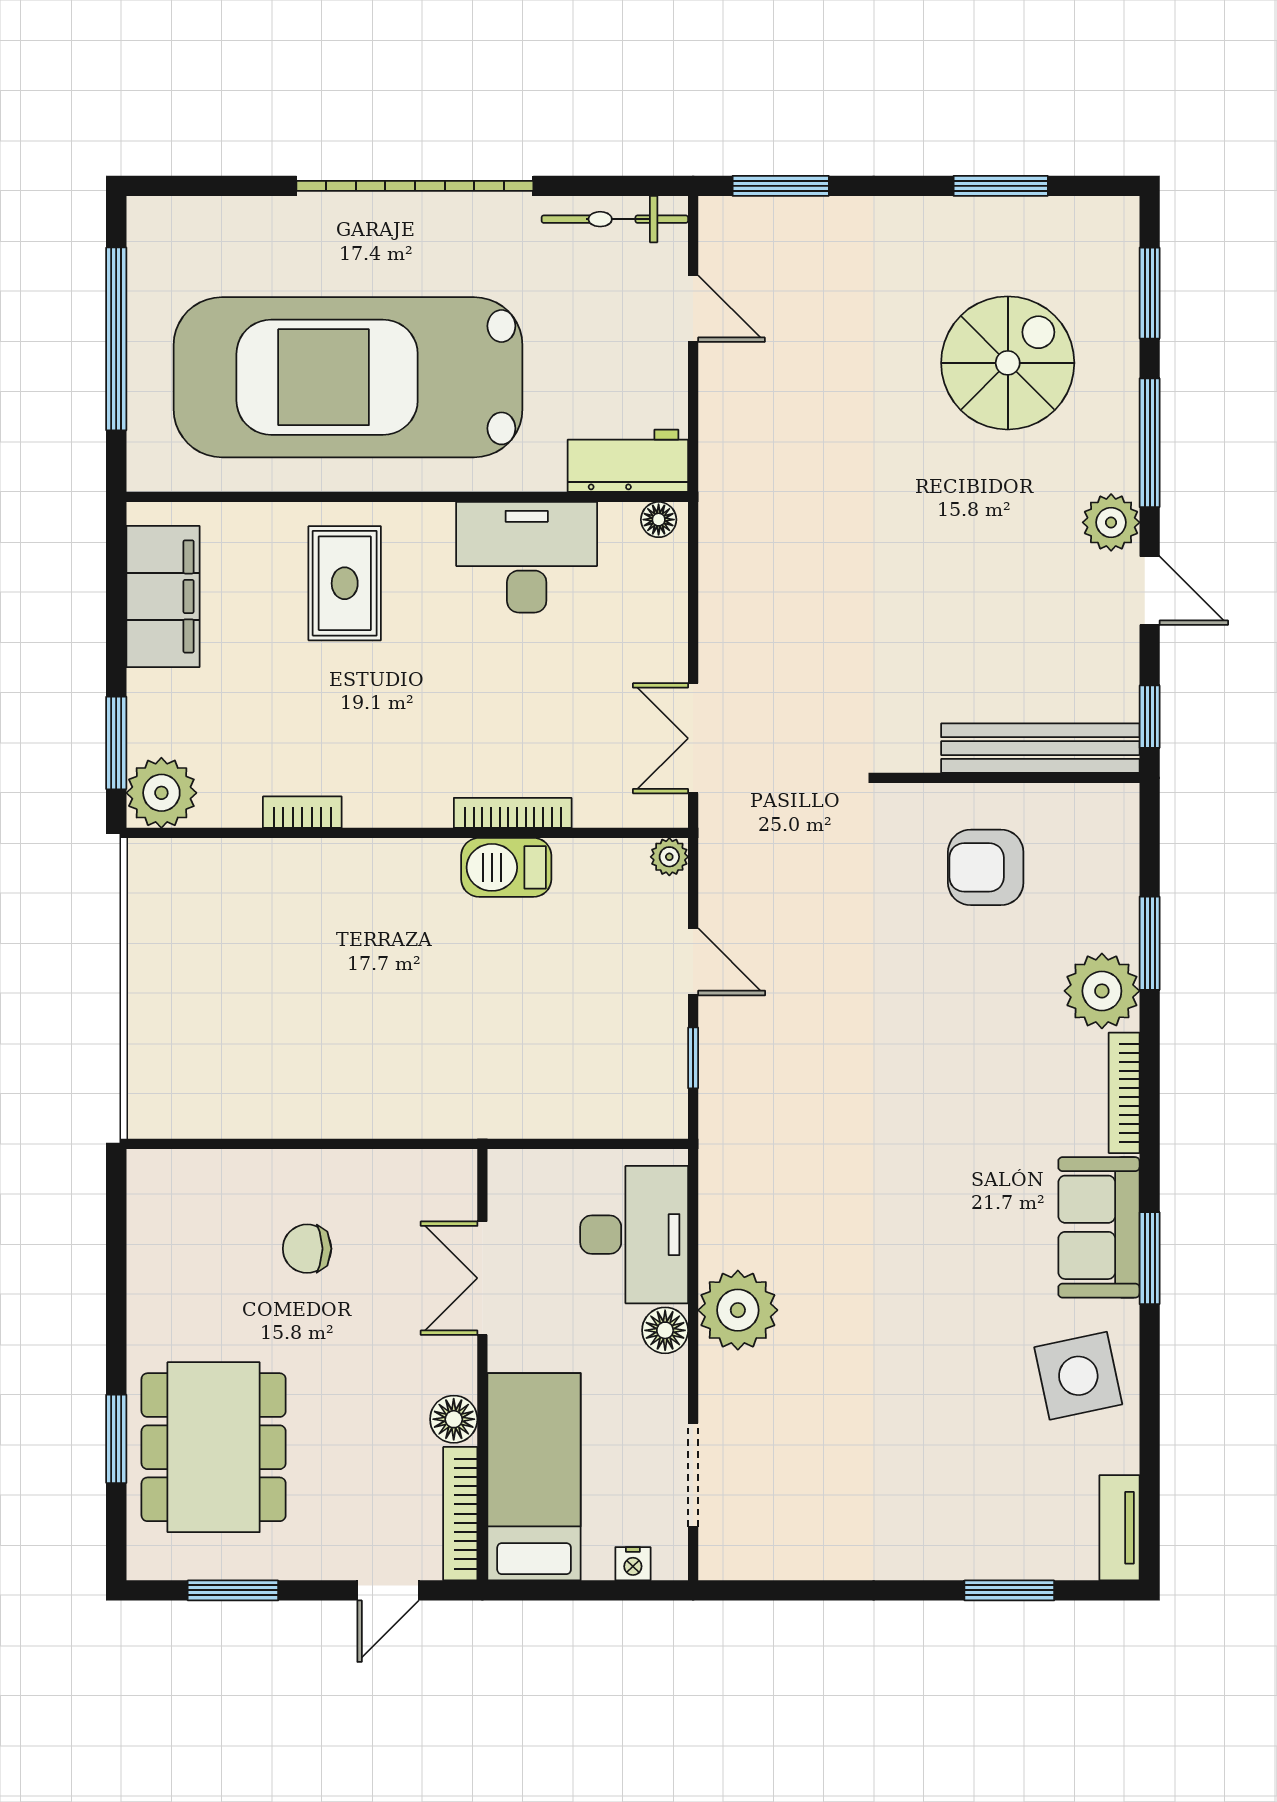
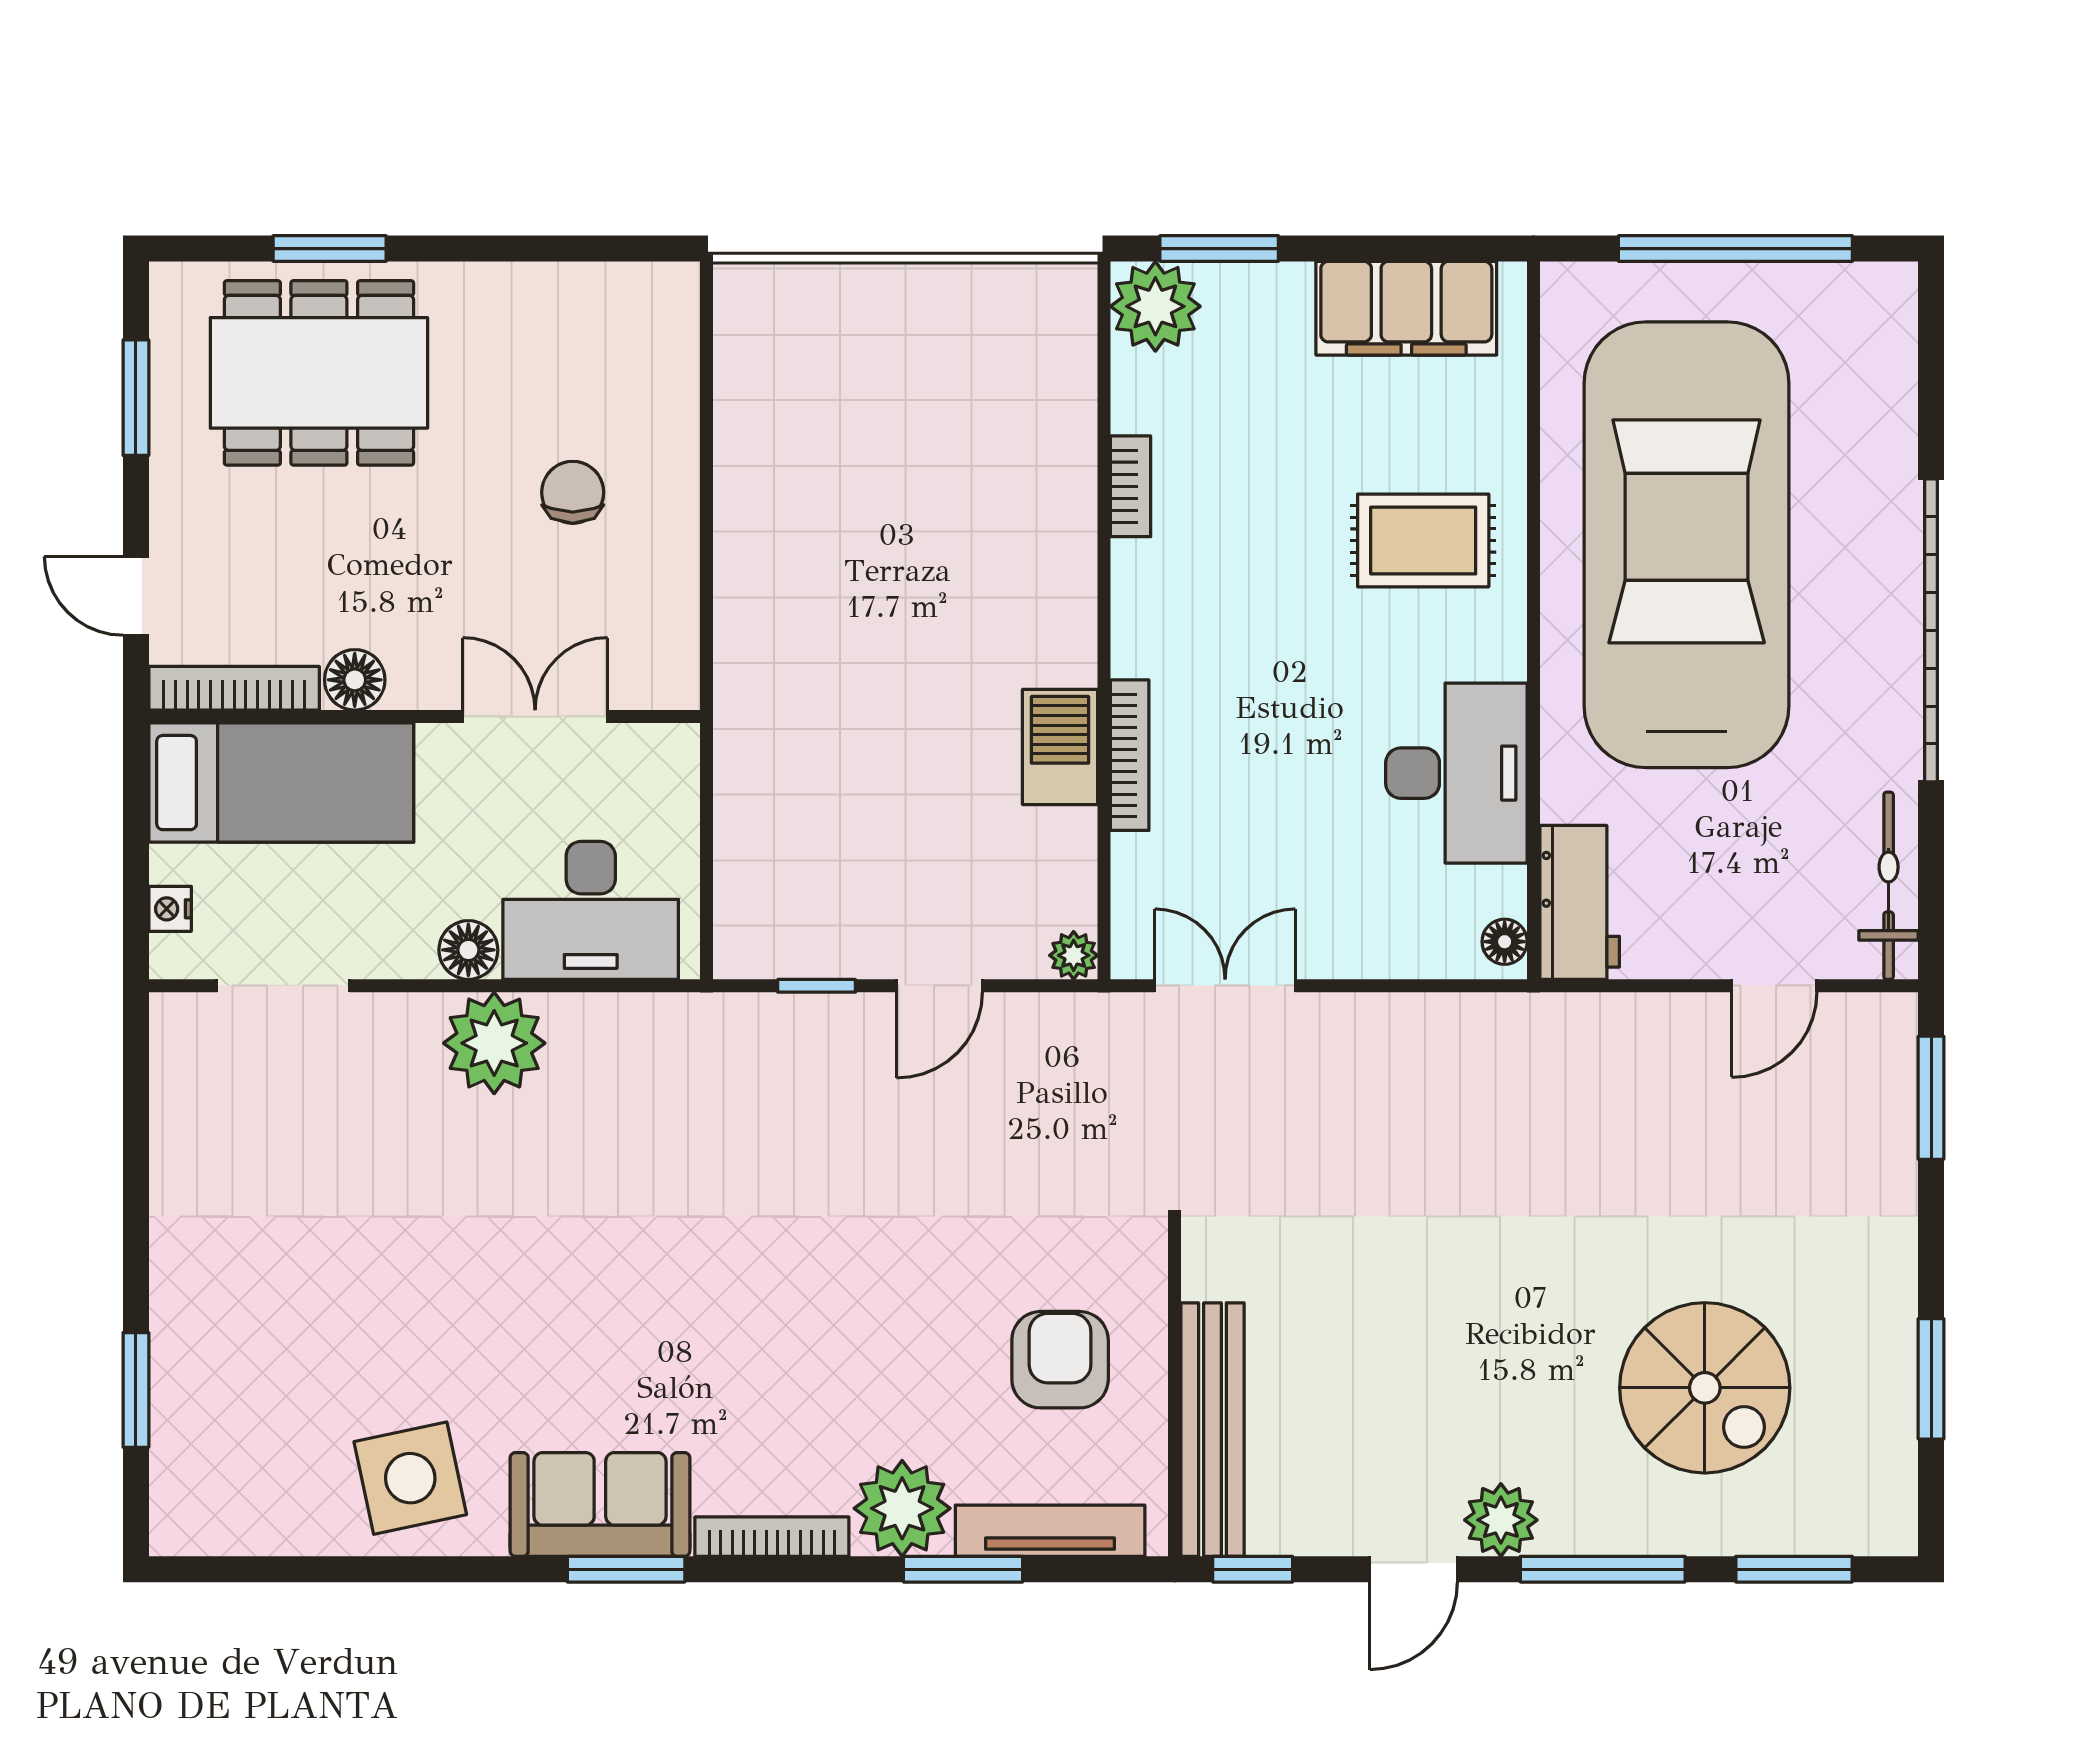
window: (1150, 1258) -> (626, 1569), moved
tv unit: (1119, 1528) -> (1050, 1531), moved, width x1.41

